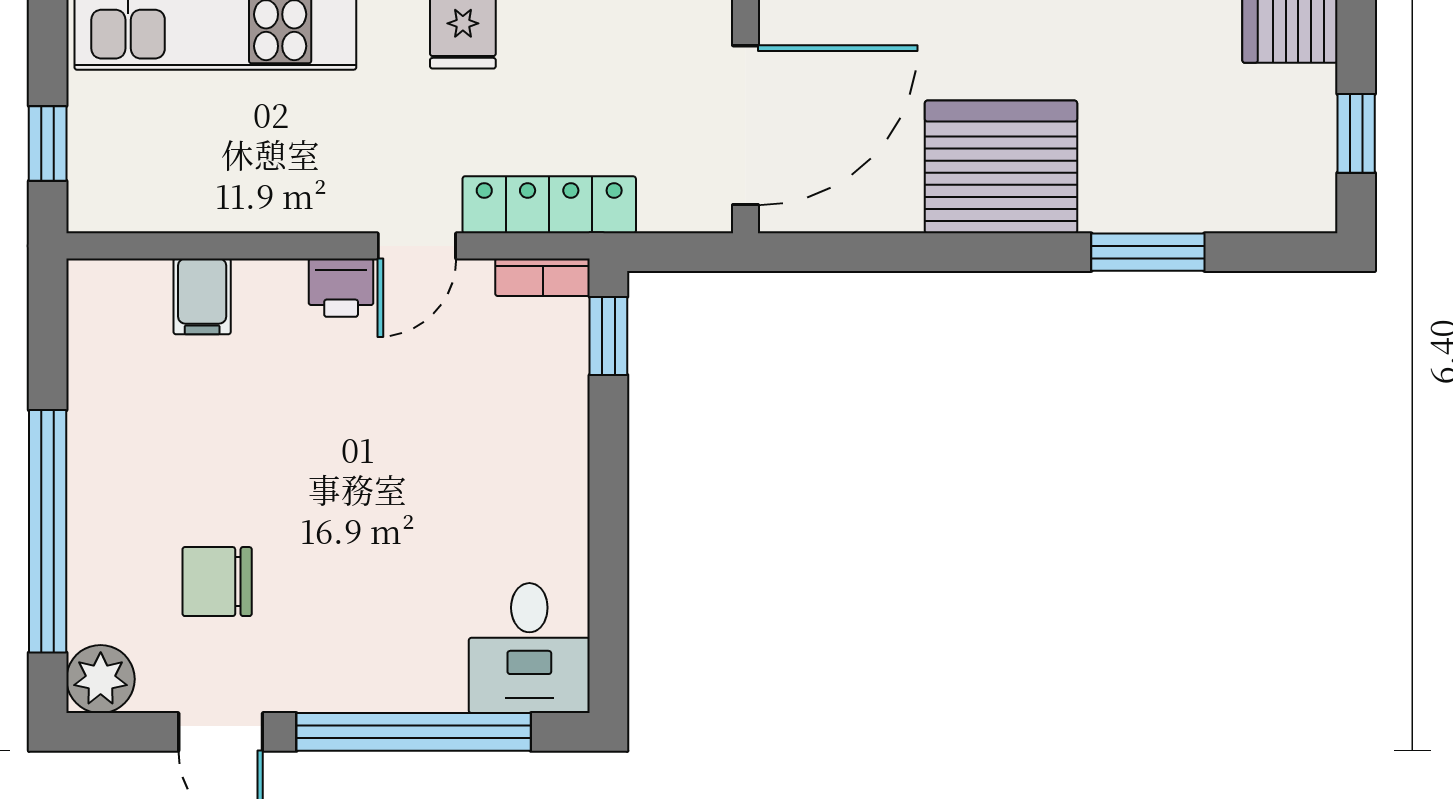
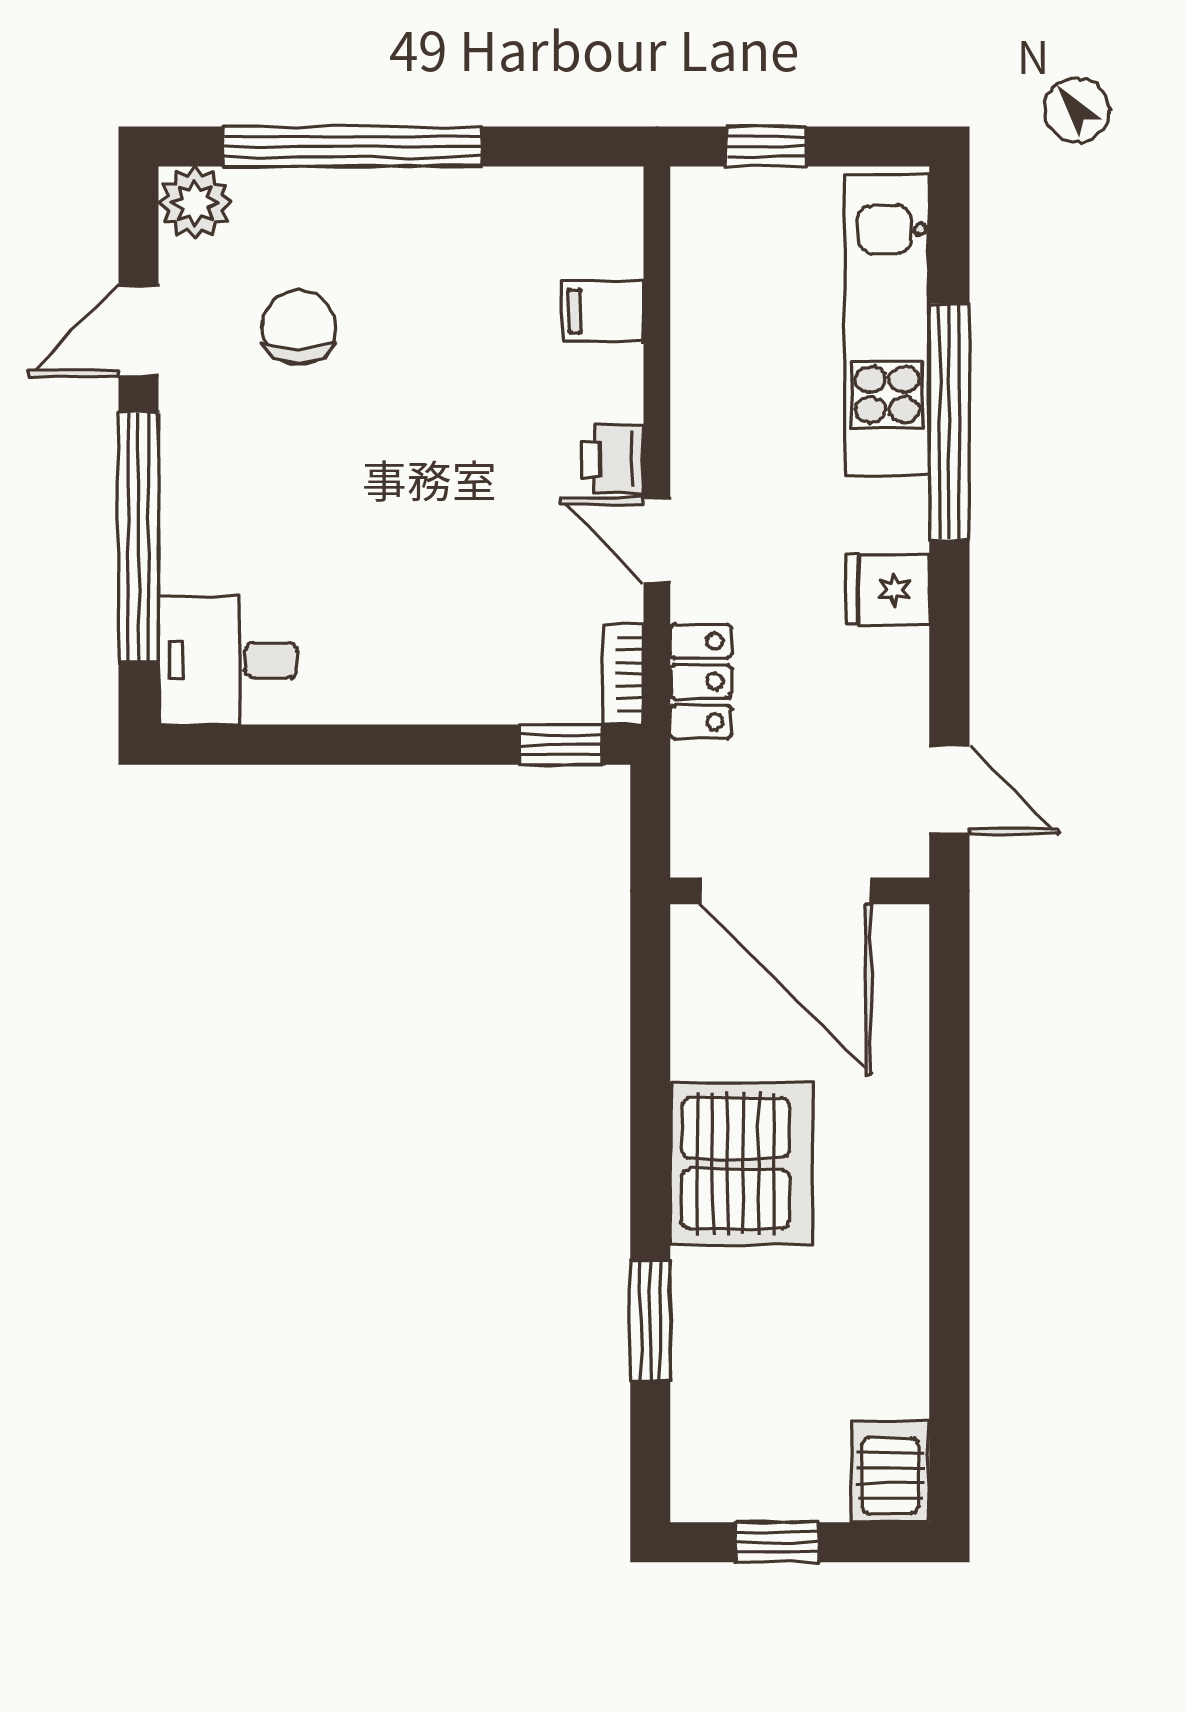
locker: (549, 205) -> (701, 681), width x0.66

